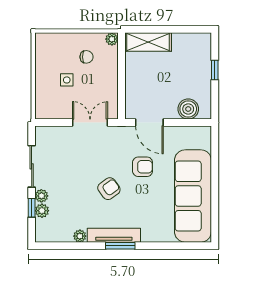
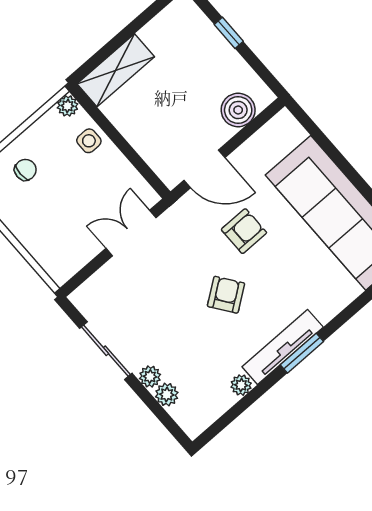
chair: (86, 57) -> (25, 170), moved
side table: (67, 80) -> (89, 141), moved
window: (32, 208) -> (151, 402), removed

